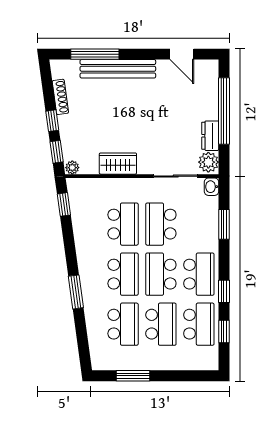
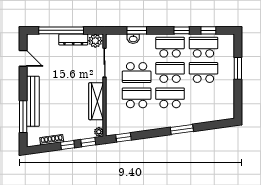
door: (182, 54) -> (23, 58), hinge flipped
dresser: (210, 136) -> (73, 40), width x1.44
wardrobe: (118, 164) -> (96, 101), width x1.50
washbasin: (212, 187) -> (133, 39), moved
school desk: (161, 274) -> (170, 73), turned 180
school desk: (123, 324) -> (203, 98), removed
window: (133, 376) -> (238, 68), moved

